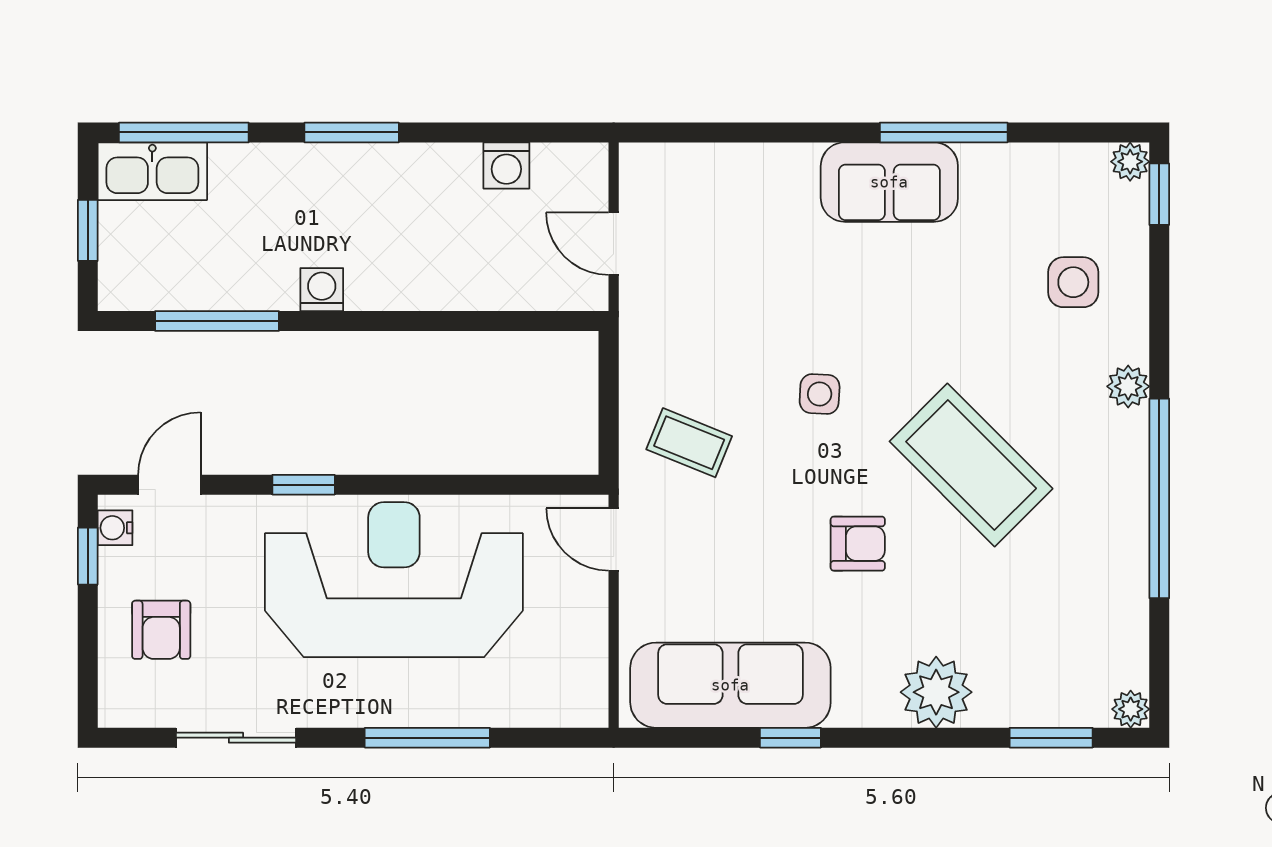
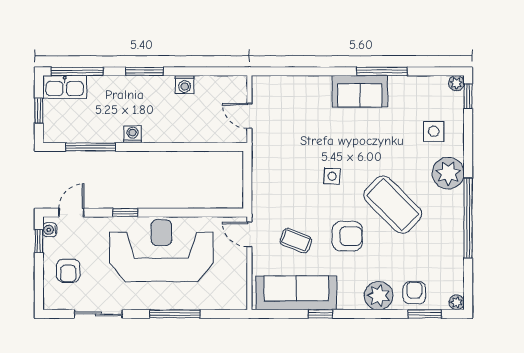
washing machine: (506, 165) -> (185, 85), moved
plant: (1128, 386) -> (448, 173), width x1.88, depth x1.88
coffee table: (689, 443) -> (296, 241), moved
armchair: (858, 544) -> (347, 236), width x1.38, depth x1.38
armchair: (1025, 685) -> (414, 293), added

